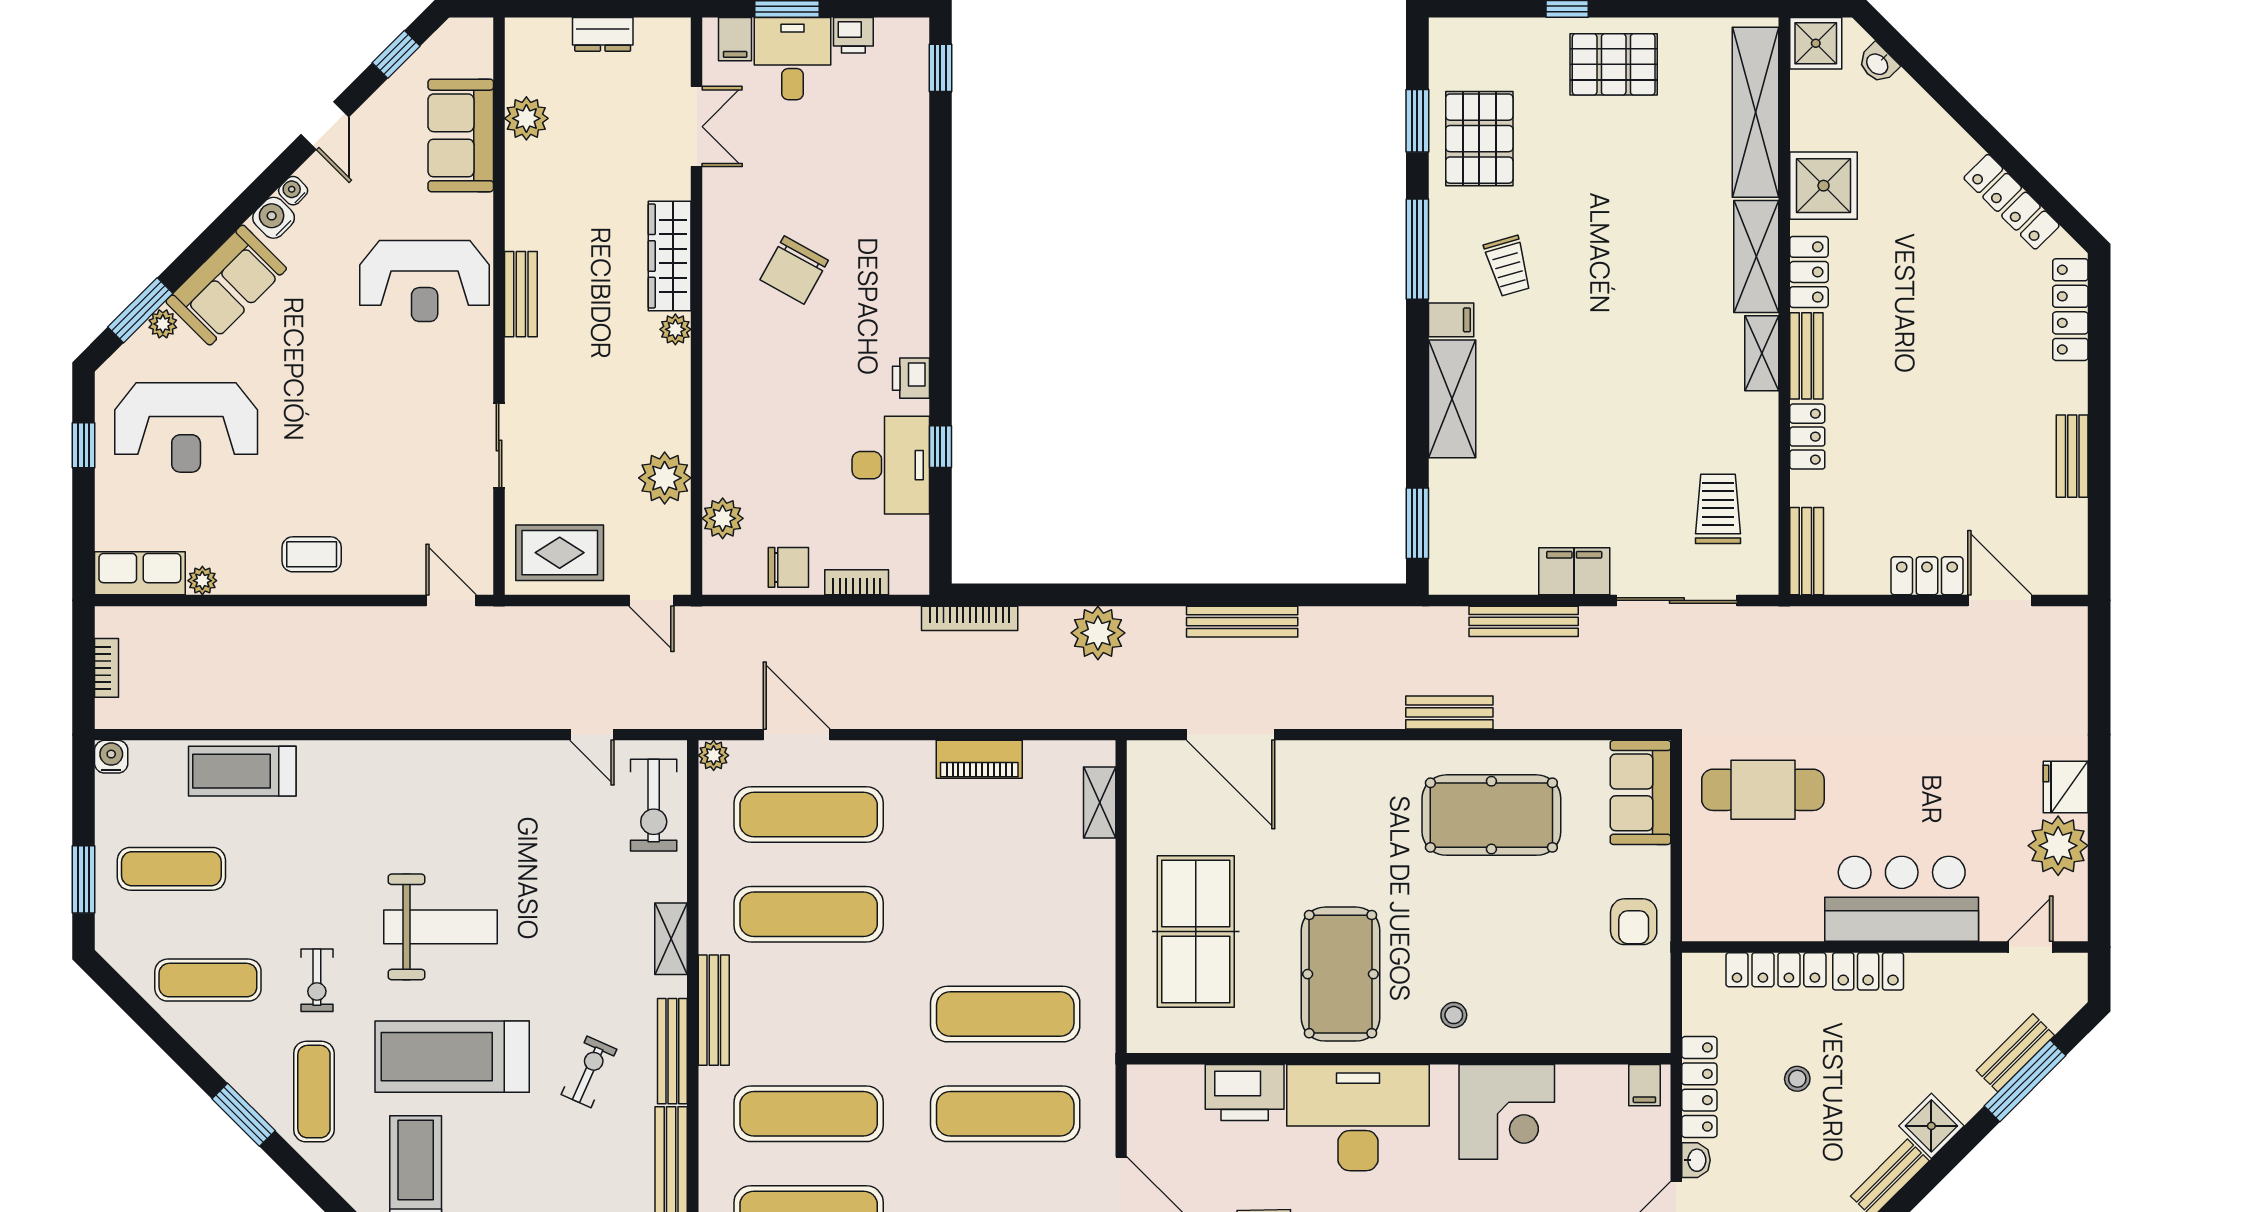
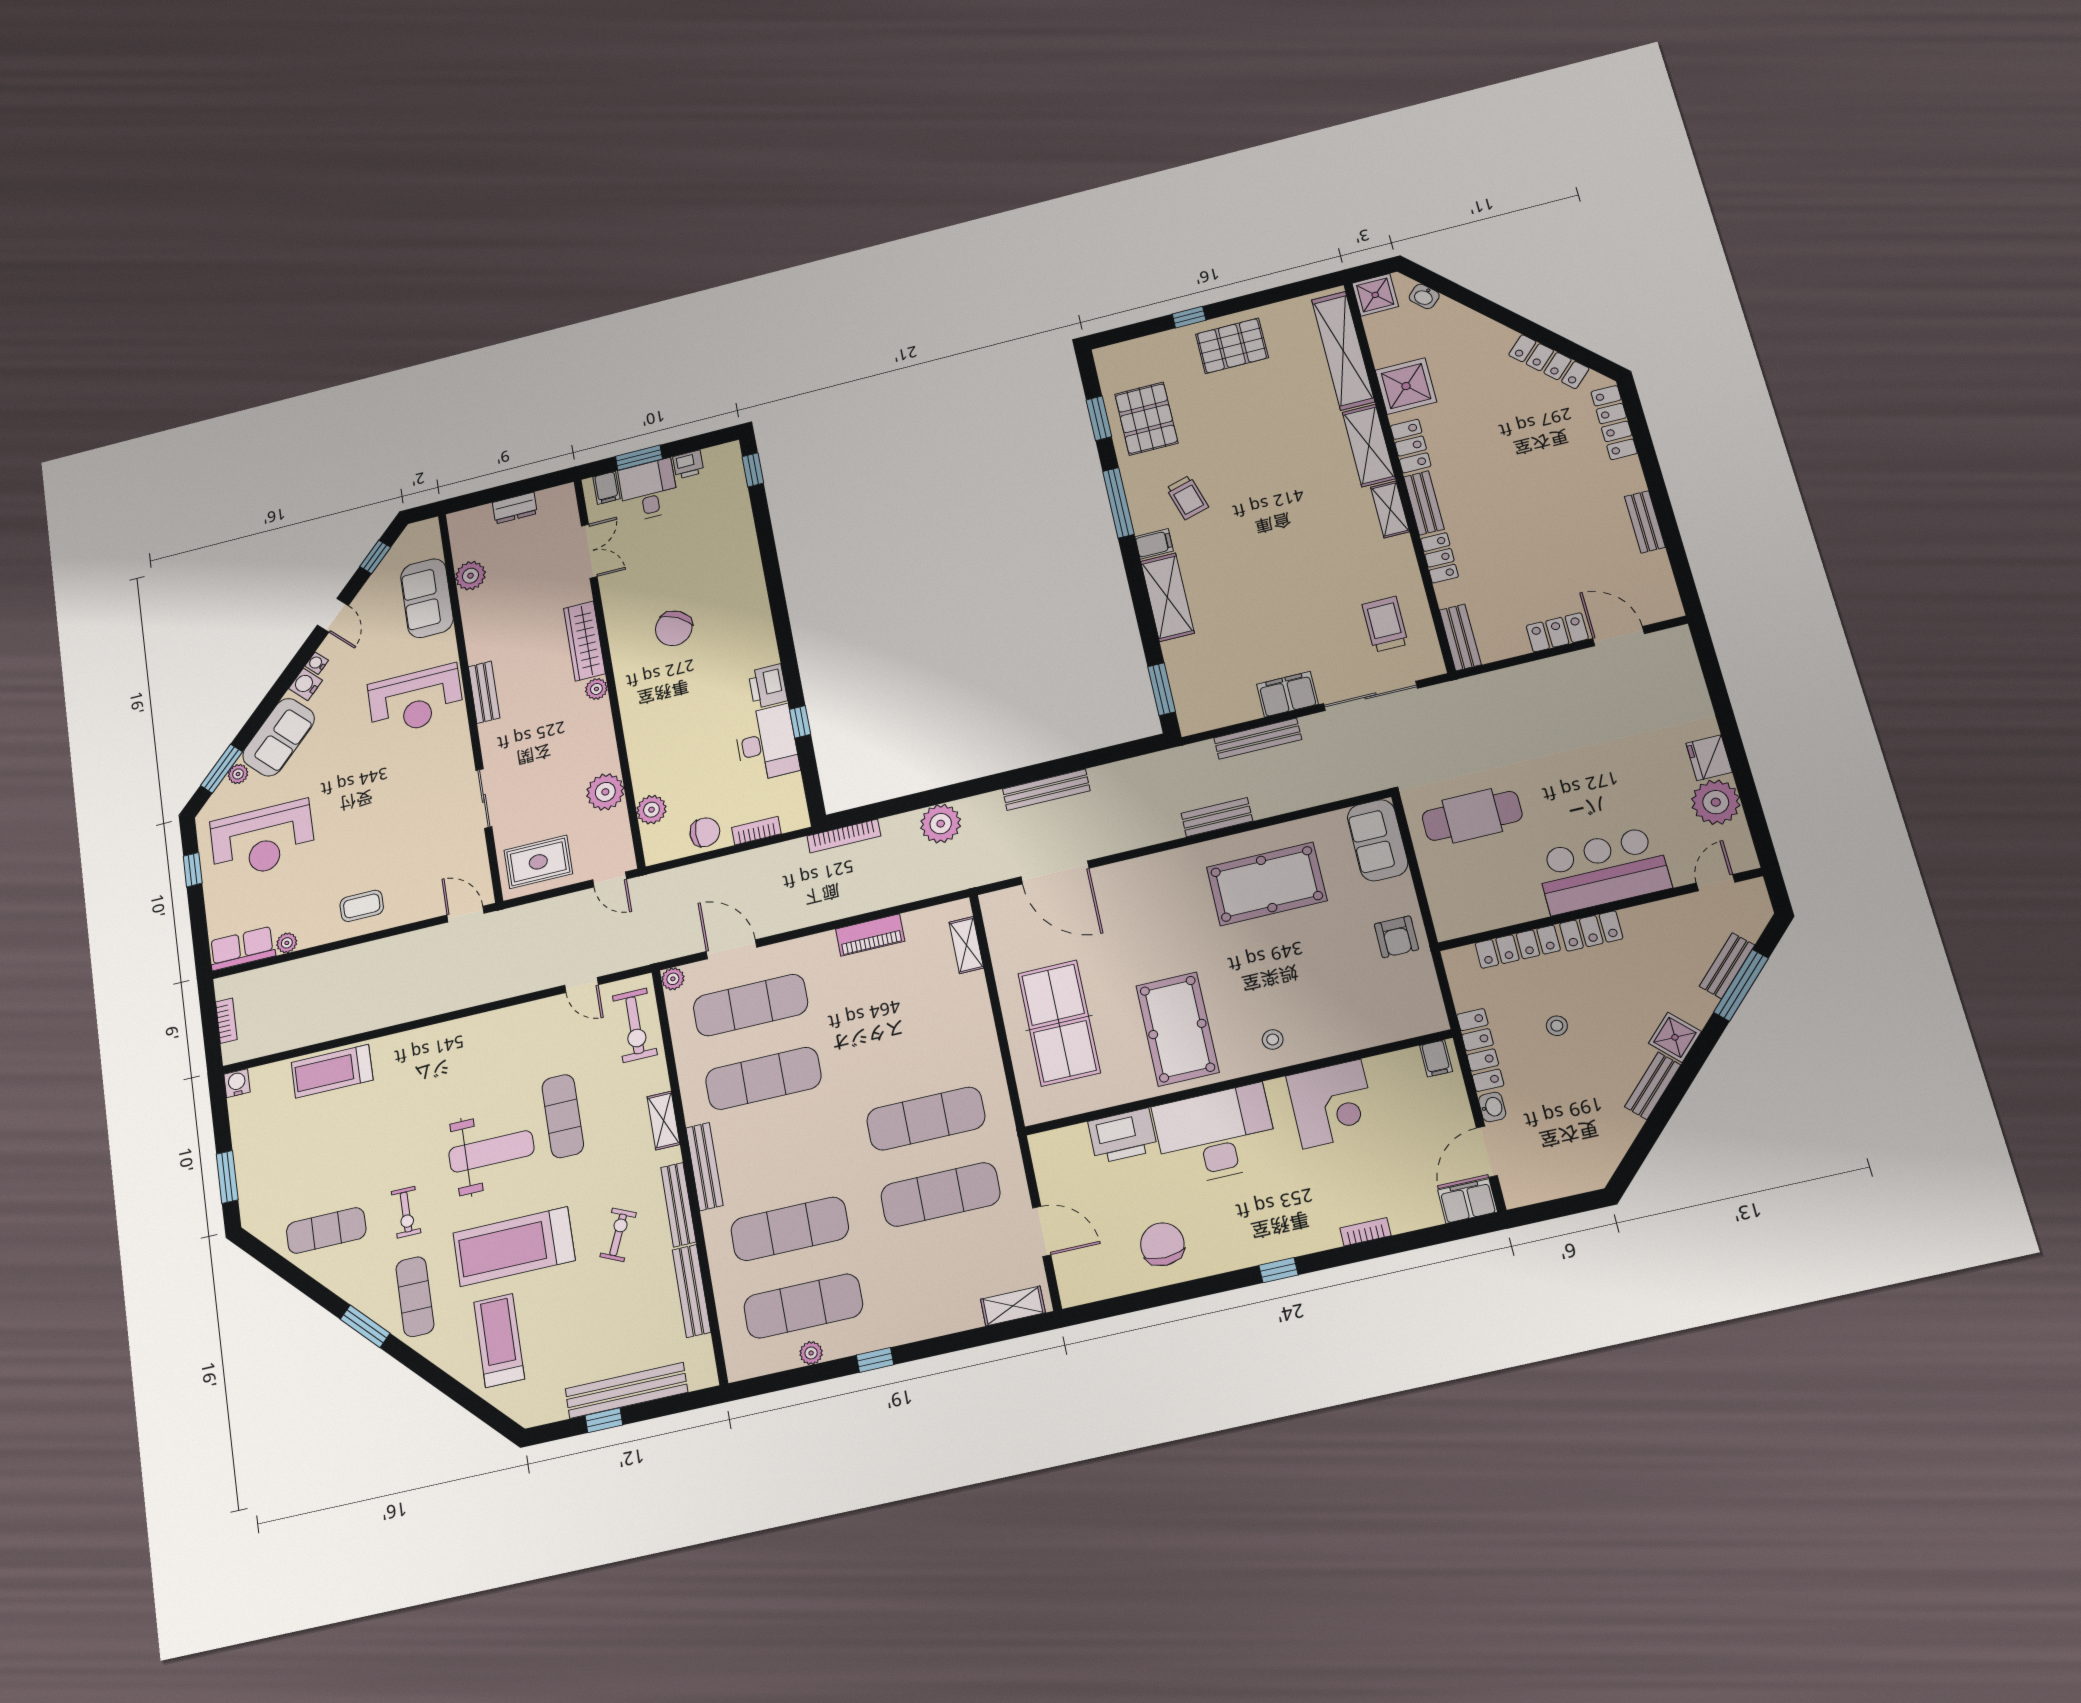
printer: (911, 378) -> (768, 686), width x1.36, depth x1.24
exercise mat: (171, 869) -> (563, 1116), moved, turned 90

